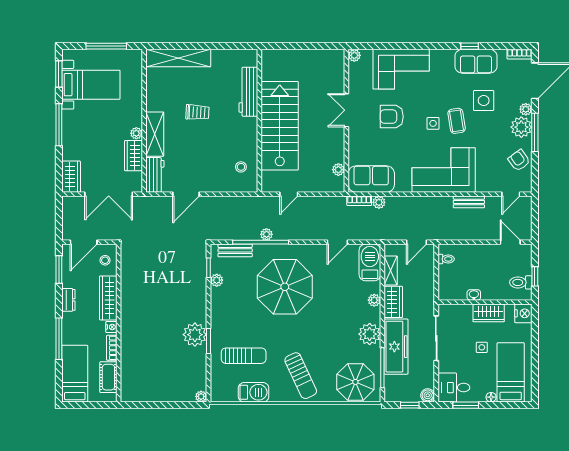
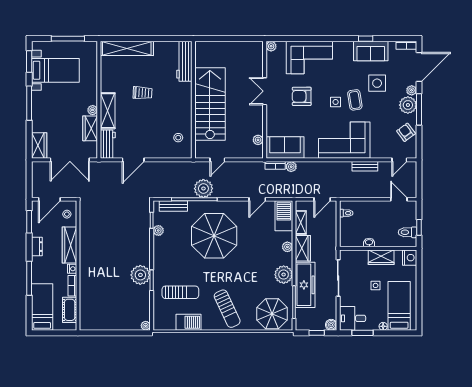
workbench: (248, 92) -> (184, 61), moved
plant: (266, 234) -> (203, 189), width x1.87, depth x1.87

